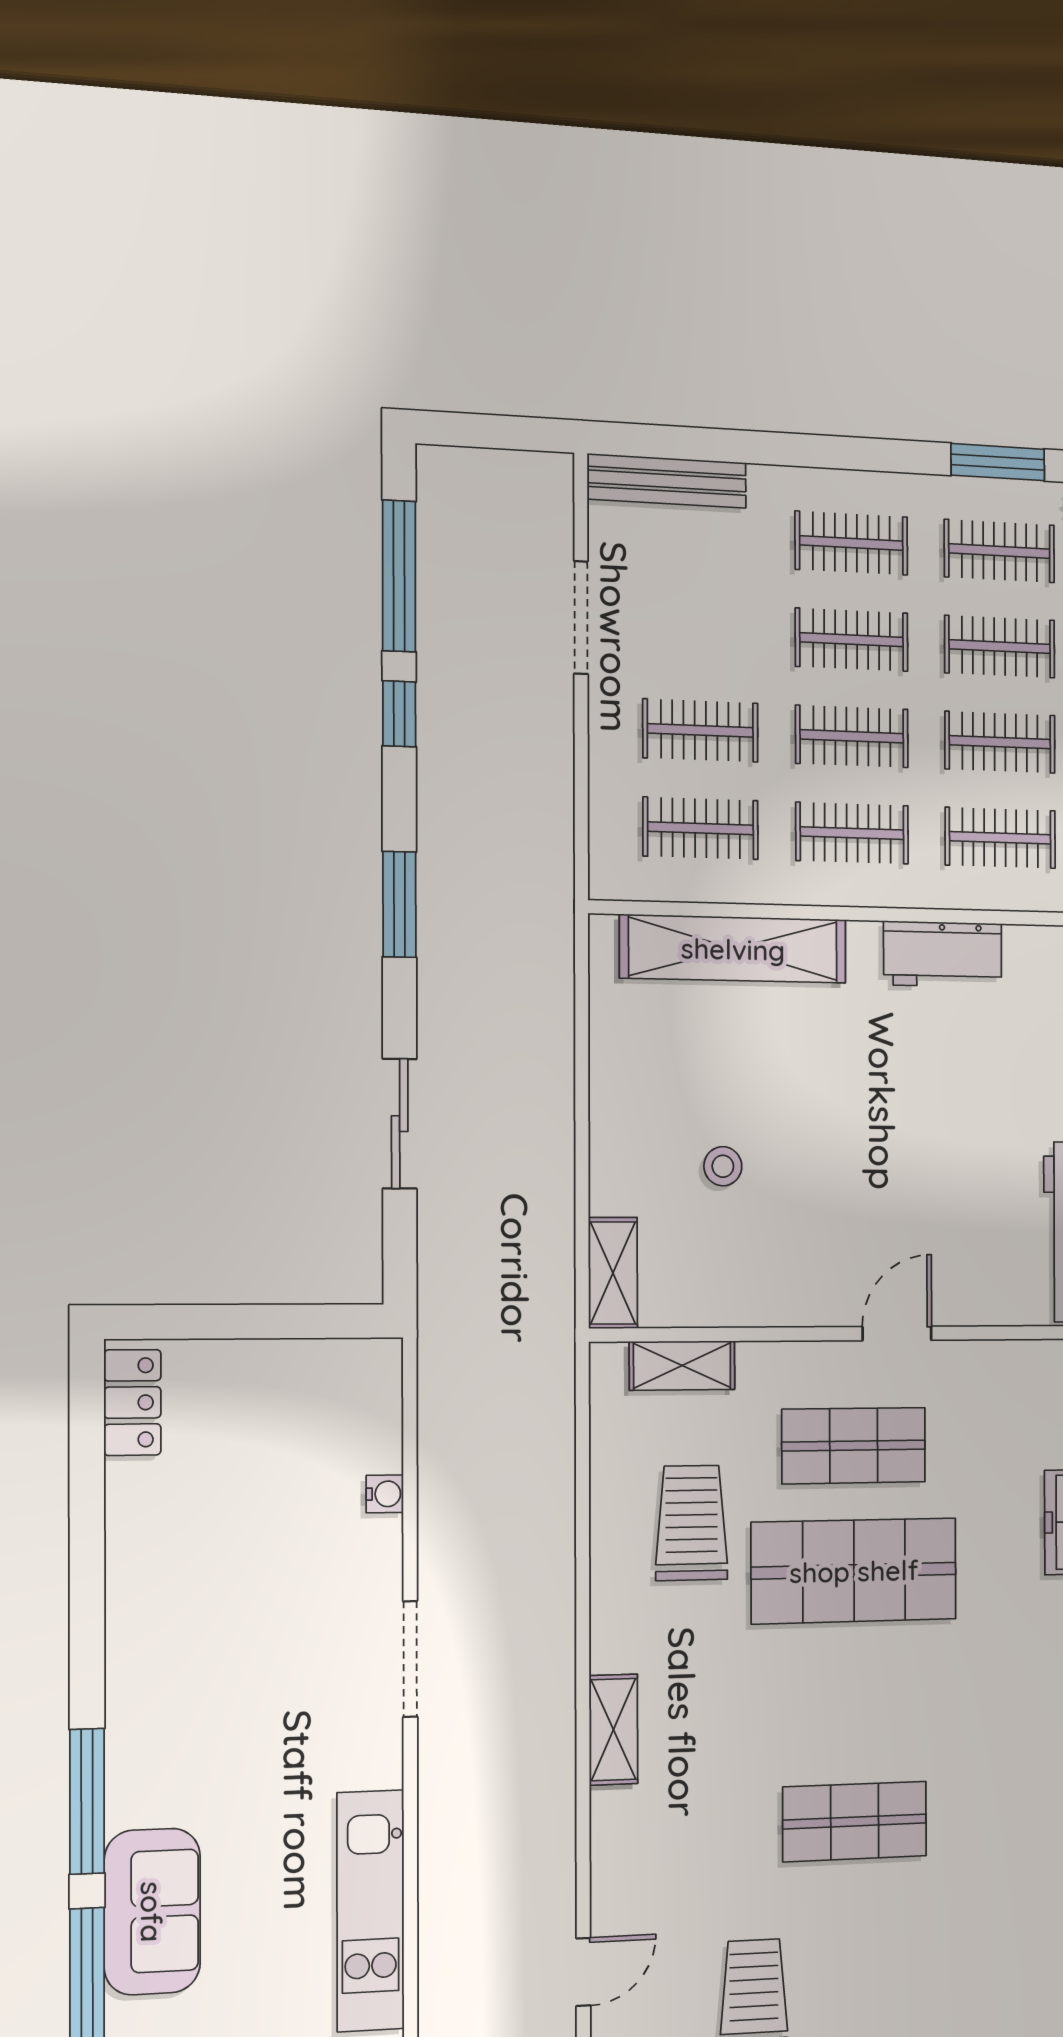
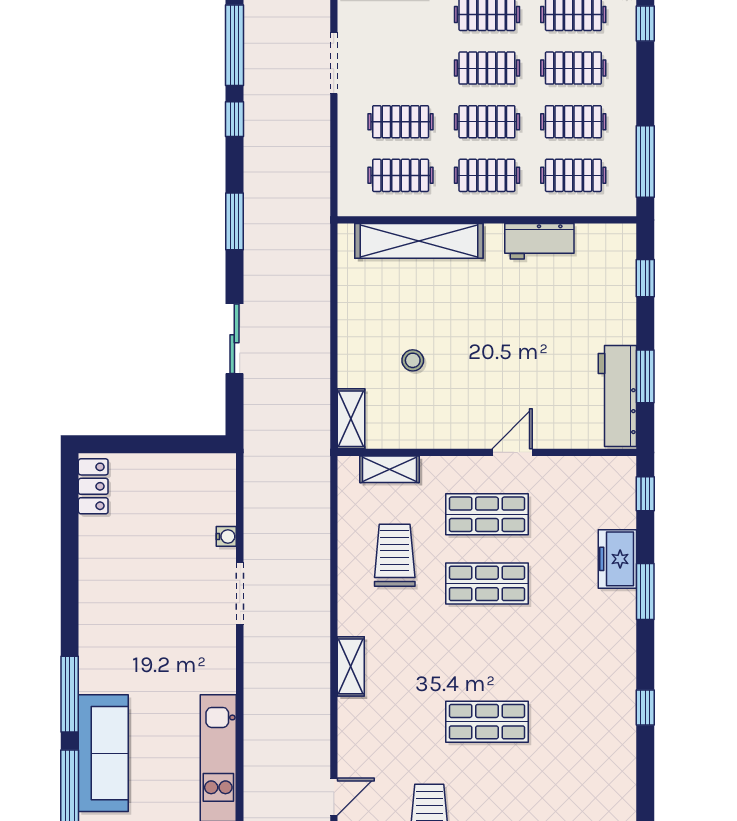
shop shelf: (854, 1571) -> (487, 583), width x0.70, depth x0.74
doorway: (410, 1659) -> (240, 594), moved
sofa: (152, 1912) -> (103, 753), width x1.36

